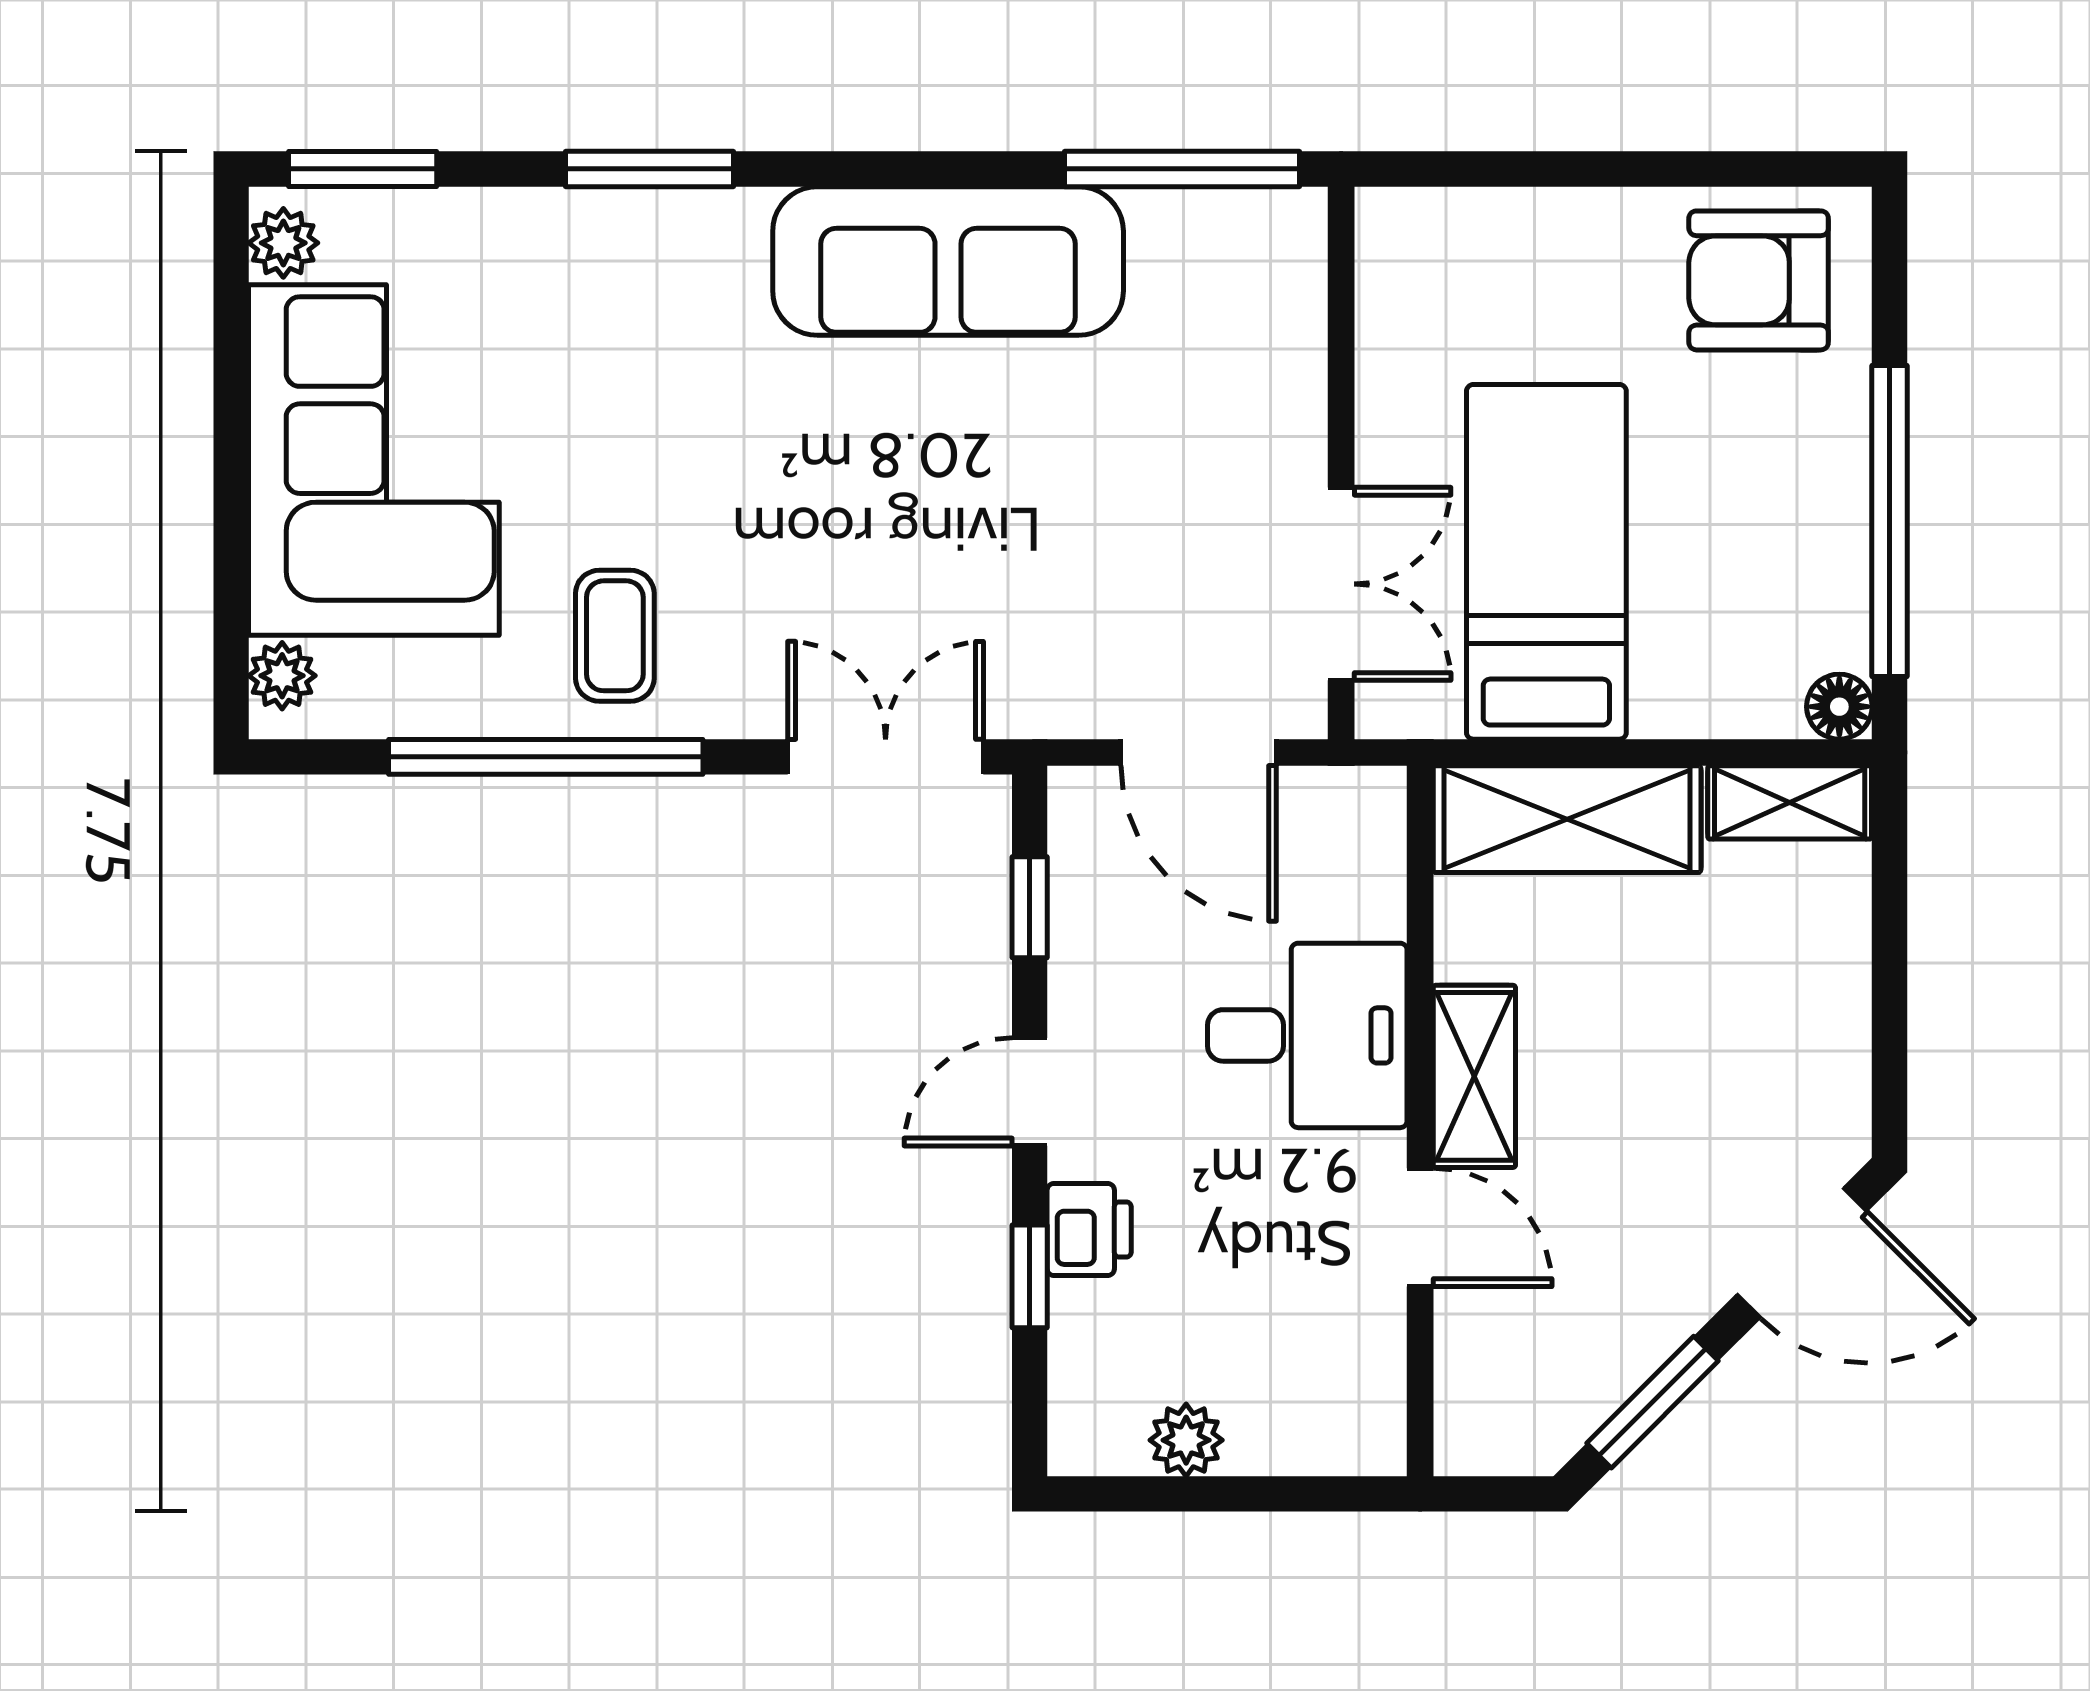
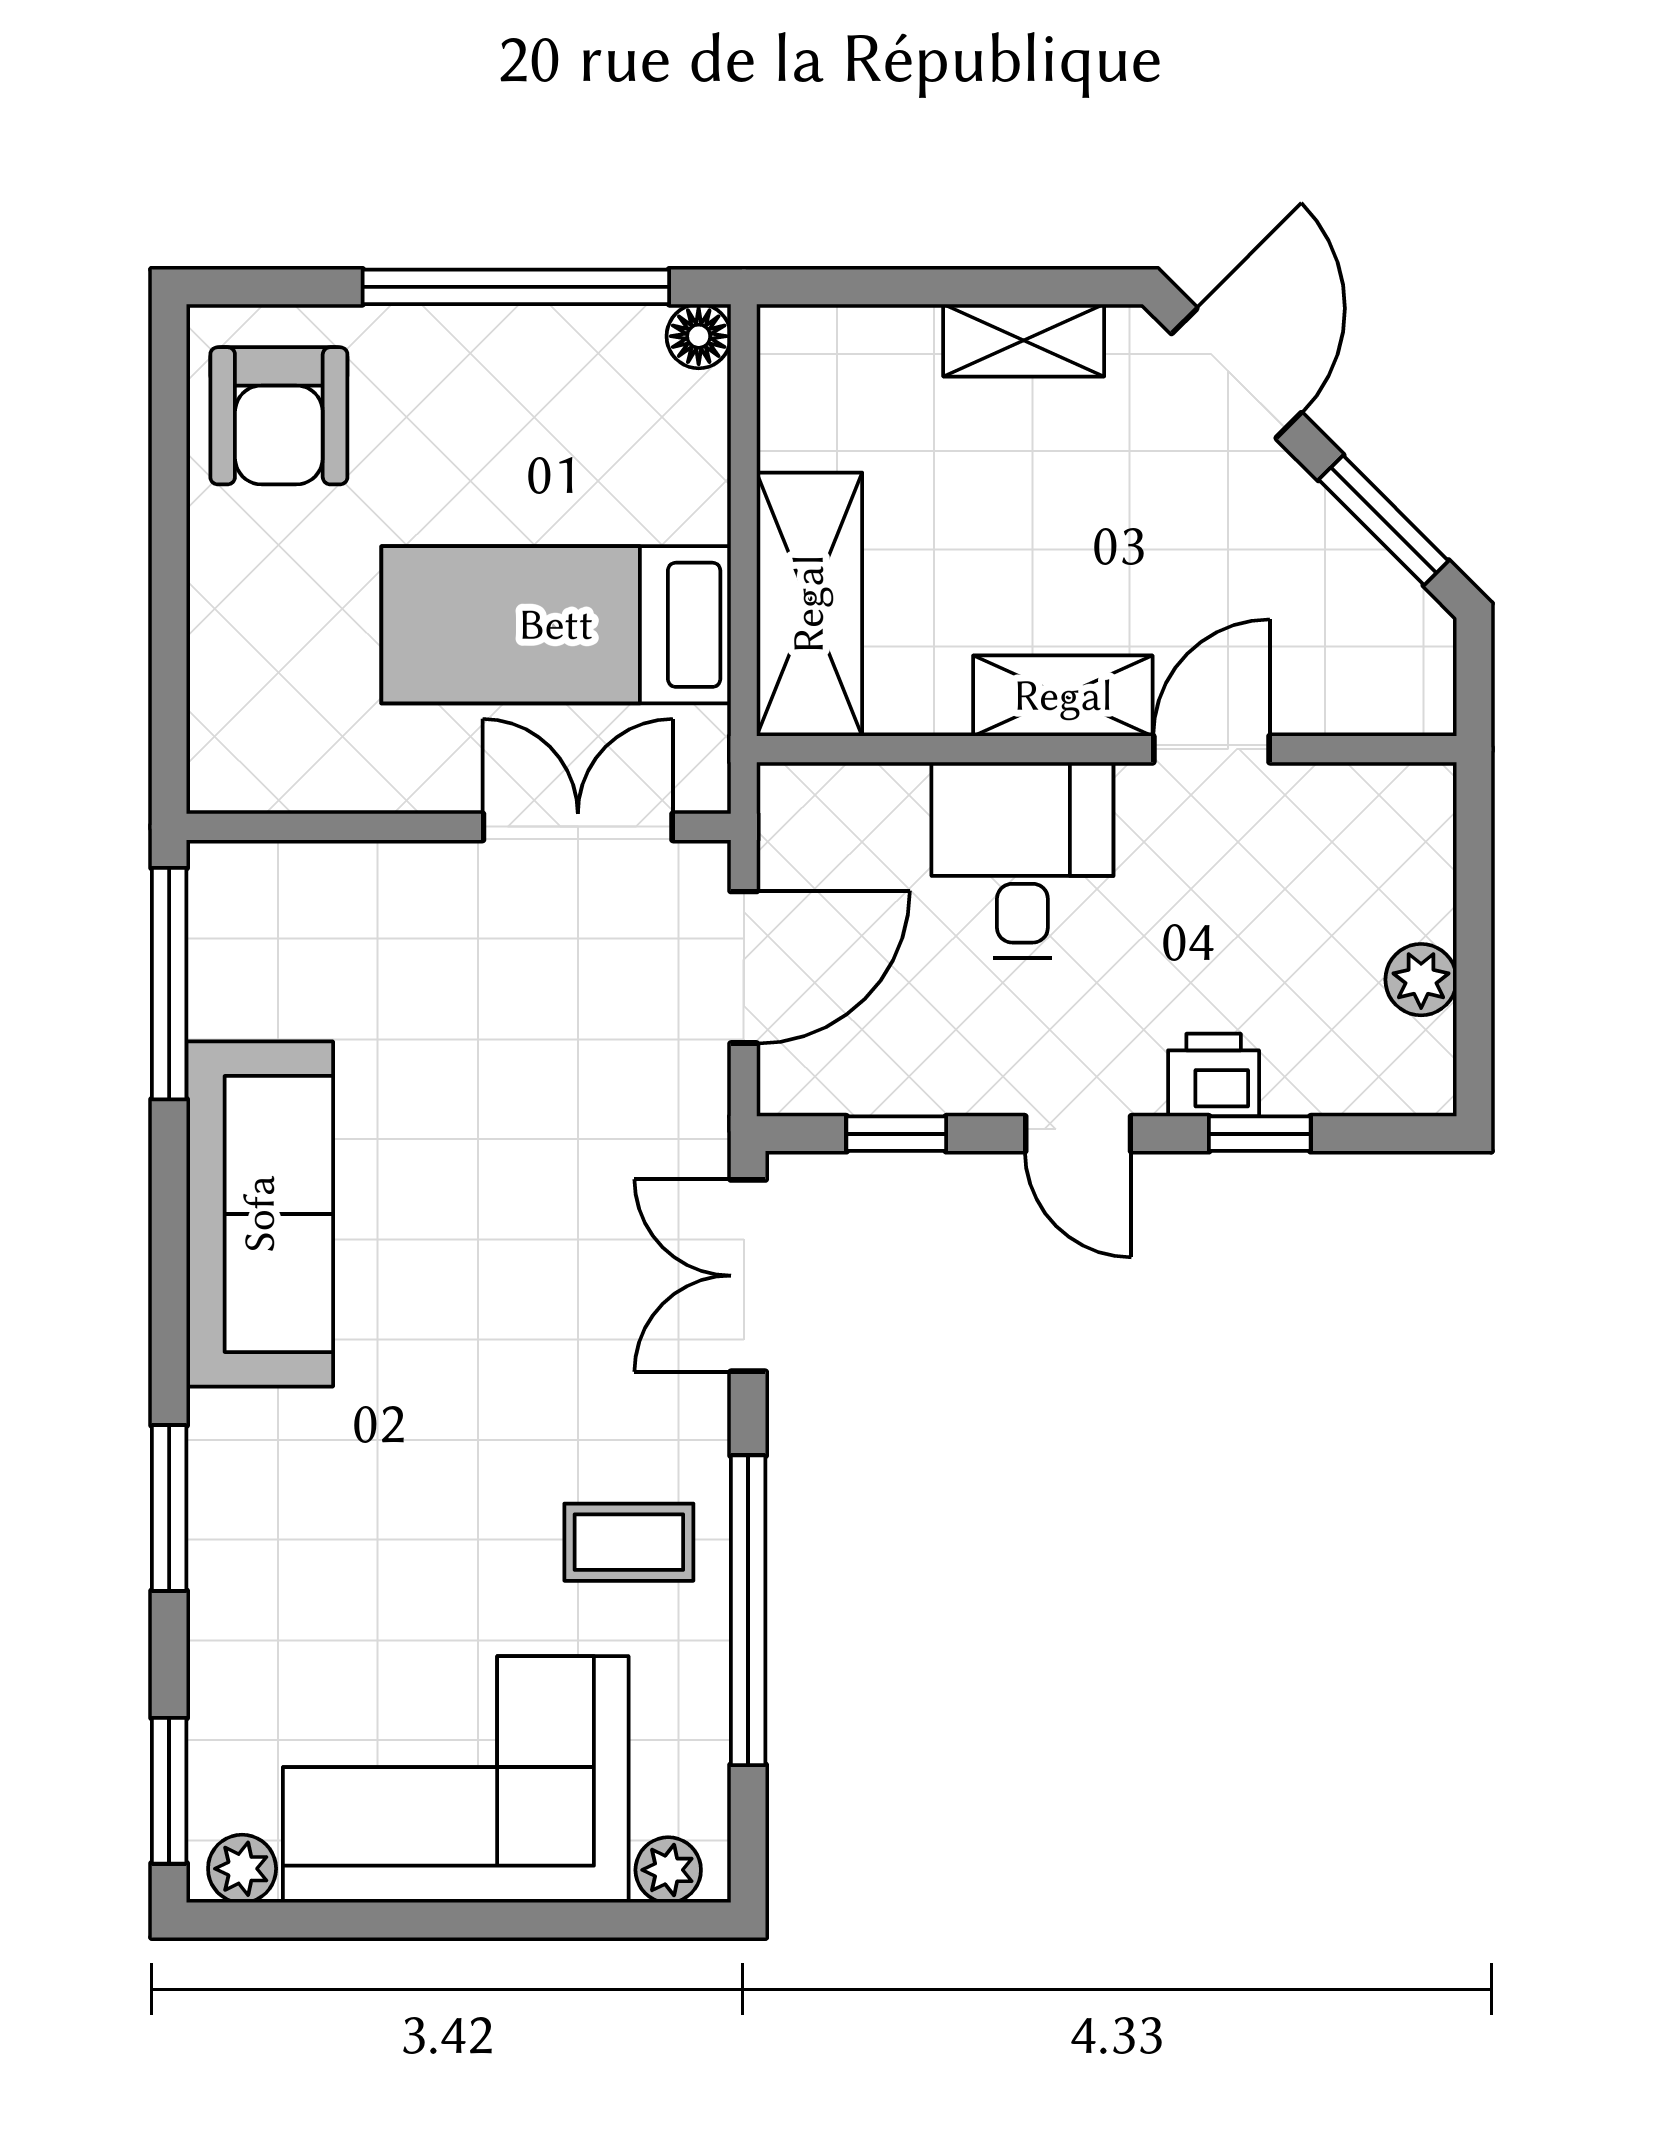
shelving: (1790, 802) -> (1024, 340), moved, turned 90

